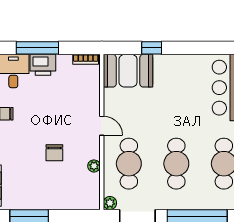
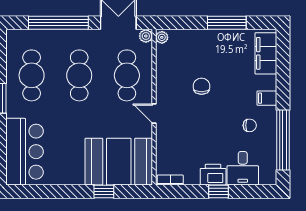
window: (37, 48) -> (218, 192), width x0.46
booth: (128, 71) -> (119, 162), width x1.36, depth x1.42
plant: (94, 166) -> (162, 37), moved

